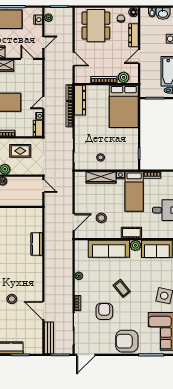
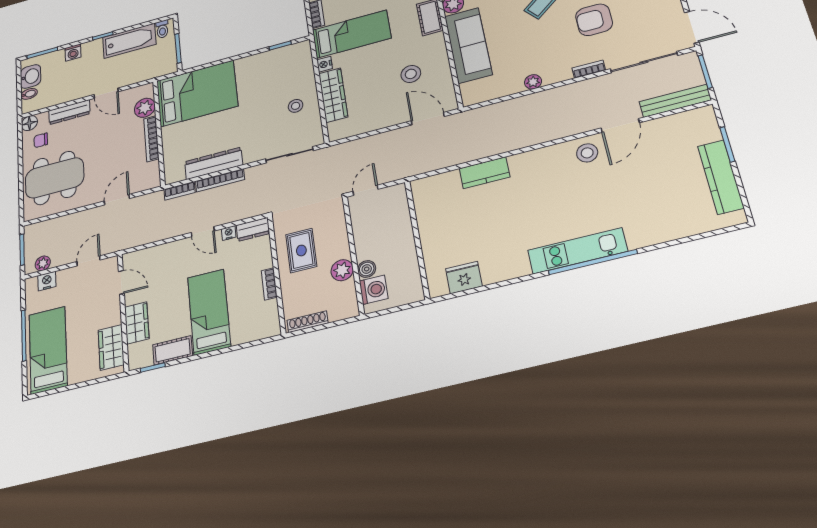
door: (43, 42) -> (88, 261), hinge flipped
door: (27, 59) -> (121, 282), swing flipped
dresser: (80, 100) -> (214, 163), moved
stool: (12, 299) -> (587, 153), moved

